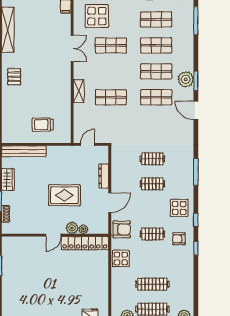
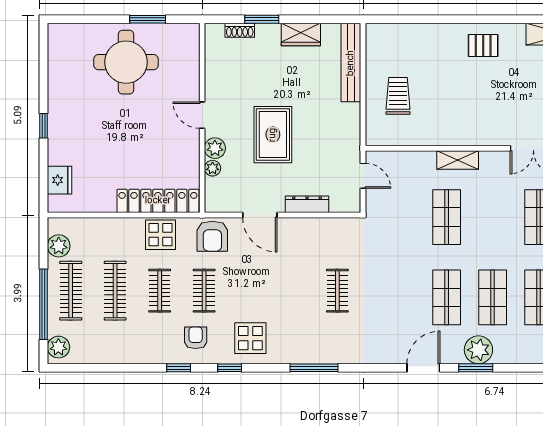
clothes rail: (152, 184) -> (160, 291), moved
locker: (85, 243) -> (158, 201), moved, turned 90
round table: (24, 278) -> (126, 62), added

